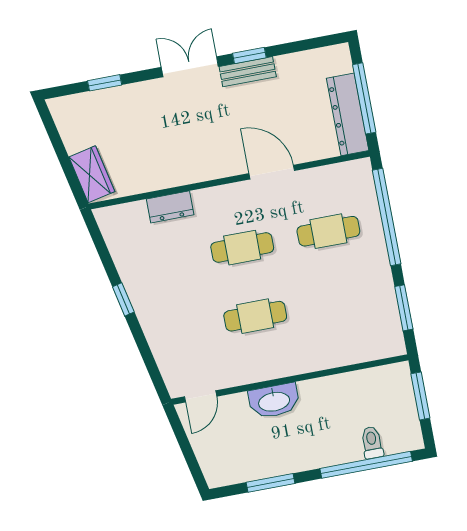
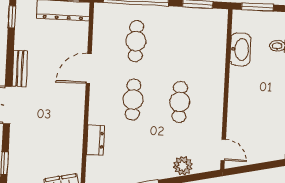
window: (249, 55) -> (12, 17), moved
plant: (163, 343) -> (183, 166), added
washbasin: (274, 401) -> (240, 49), moved

